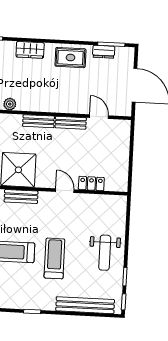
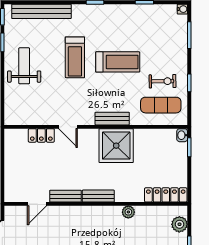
door: (99, 117) -> (37, 204), hinge flipped

